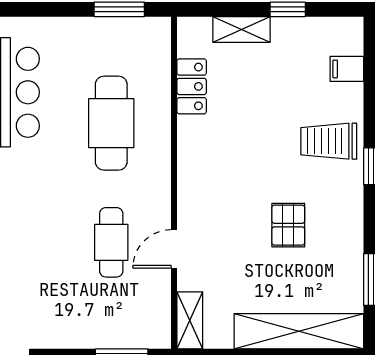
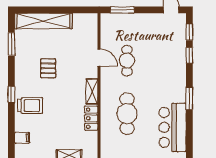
locker: (192, 86) -> (91, 118), moved
door: (174, 249) -> (99, 58), hinge flipped
shelving: (190, 320) -> (92, 91), moved

